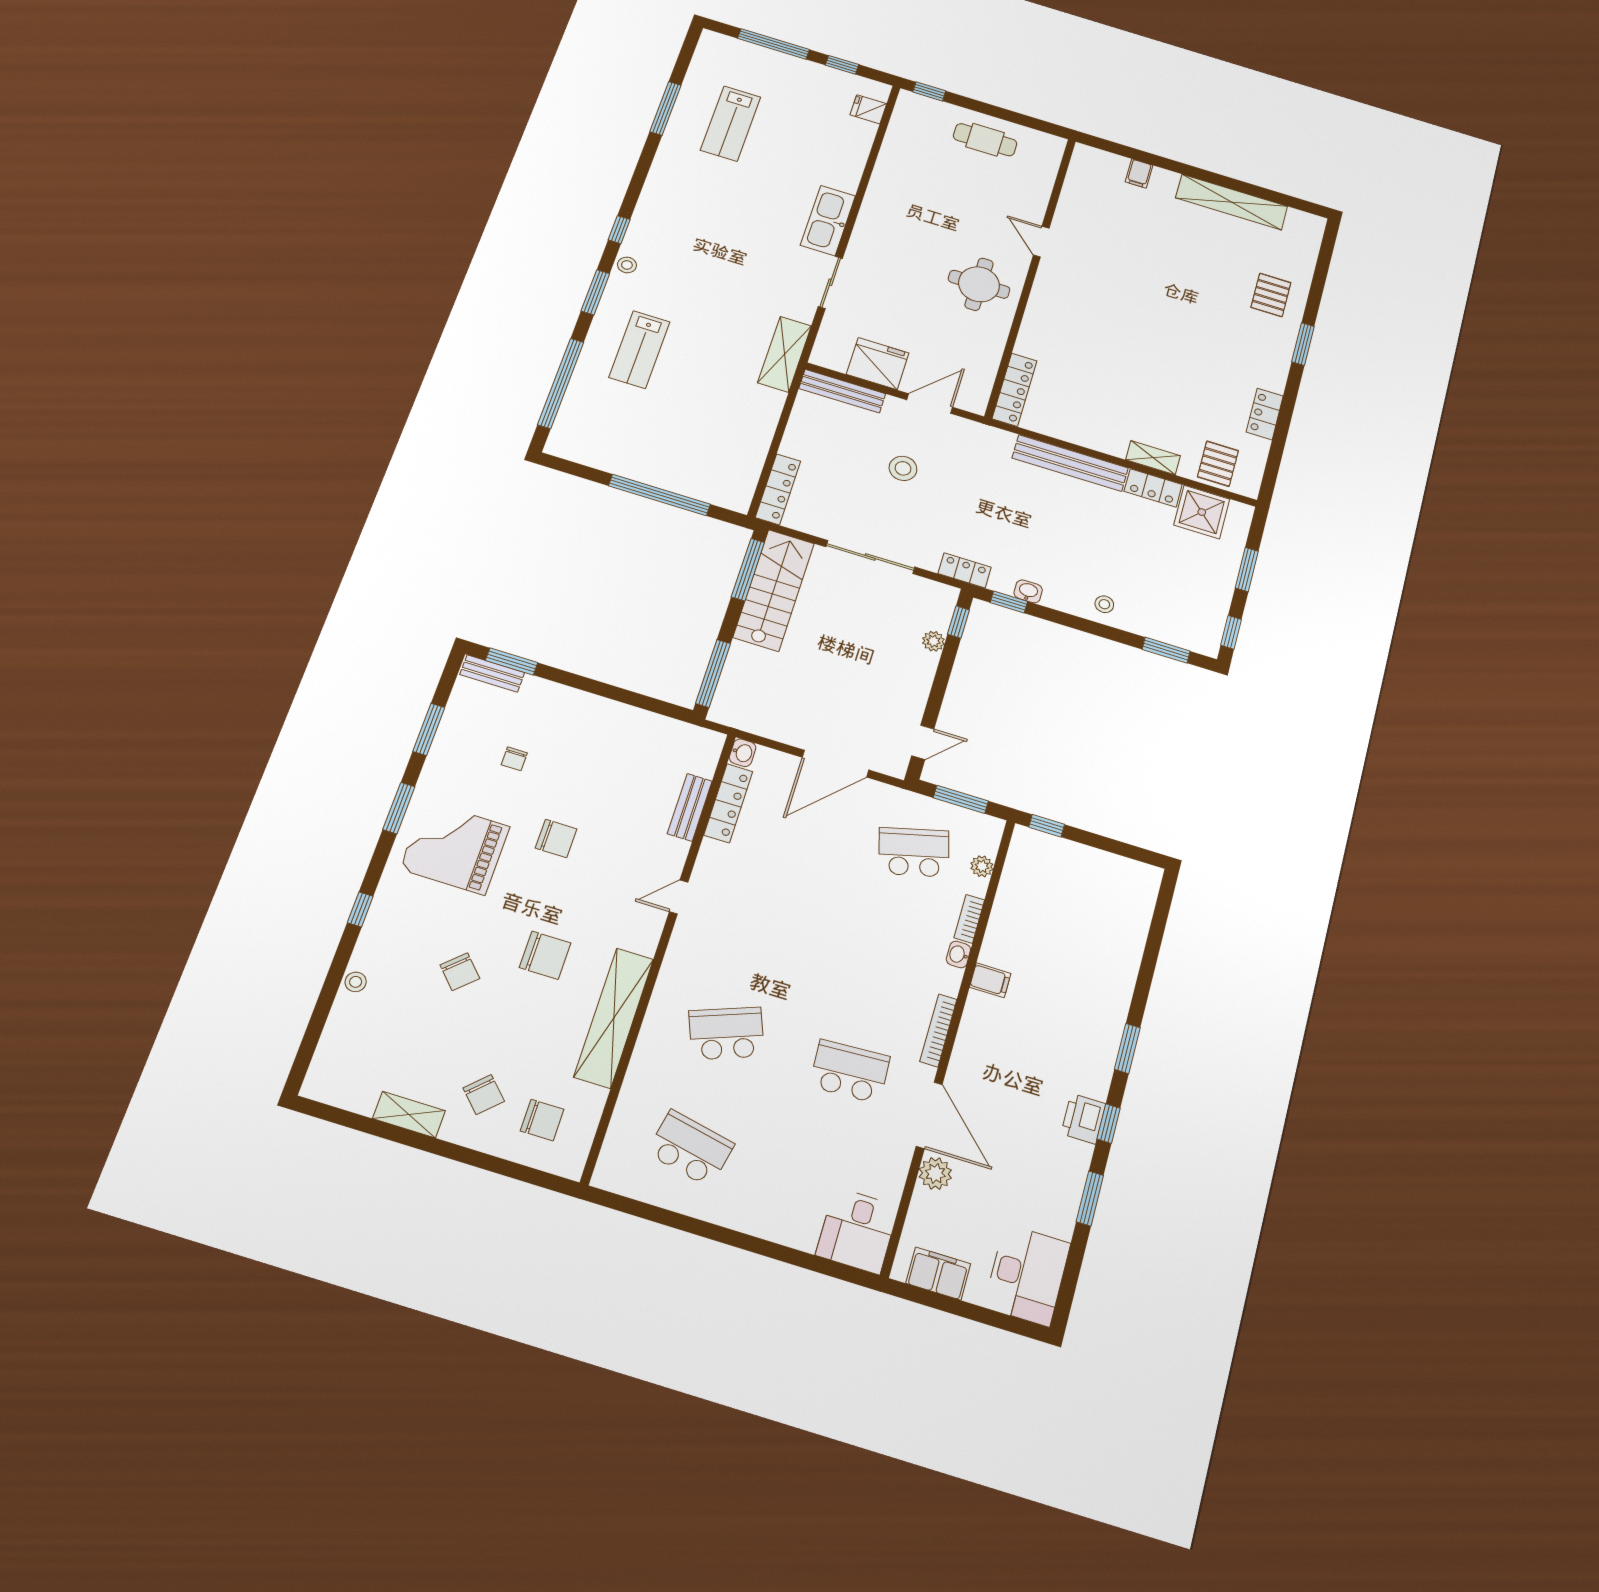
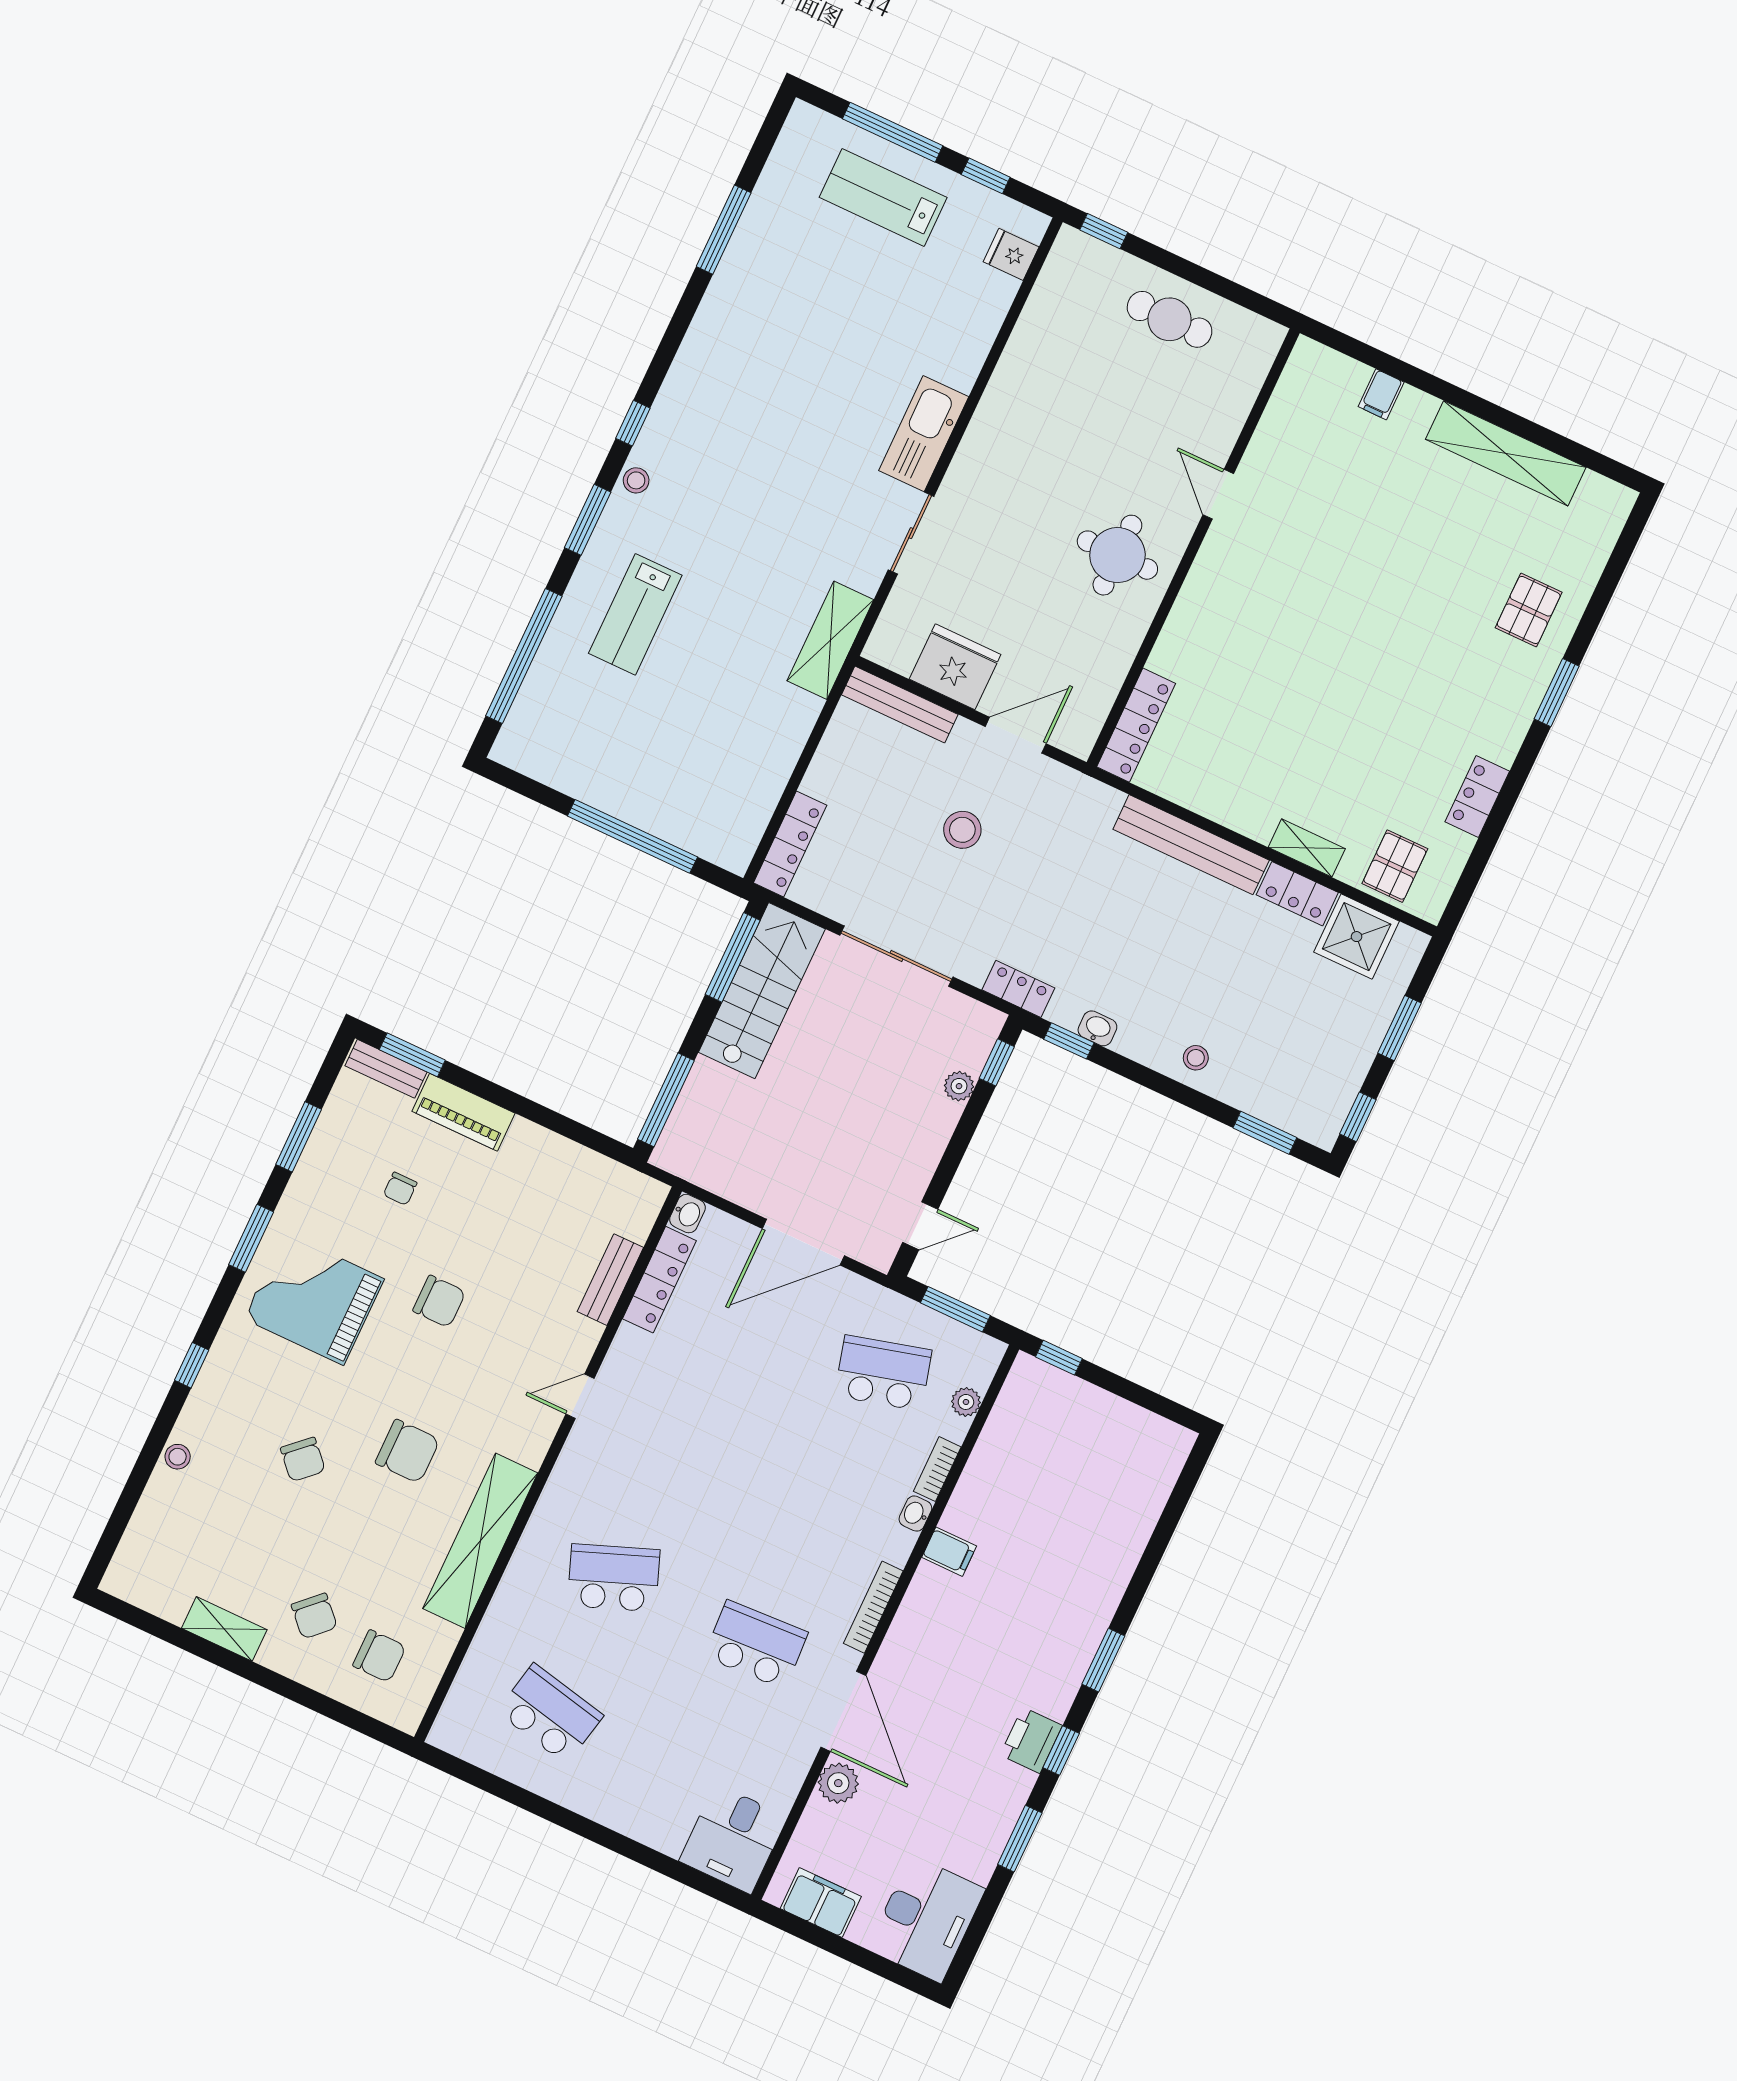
lab bench: (731, 124) -> (883, 197), moved, turned 90
piano: (557, 698) -> (463, 1112), added

